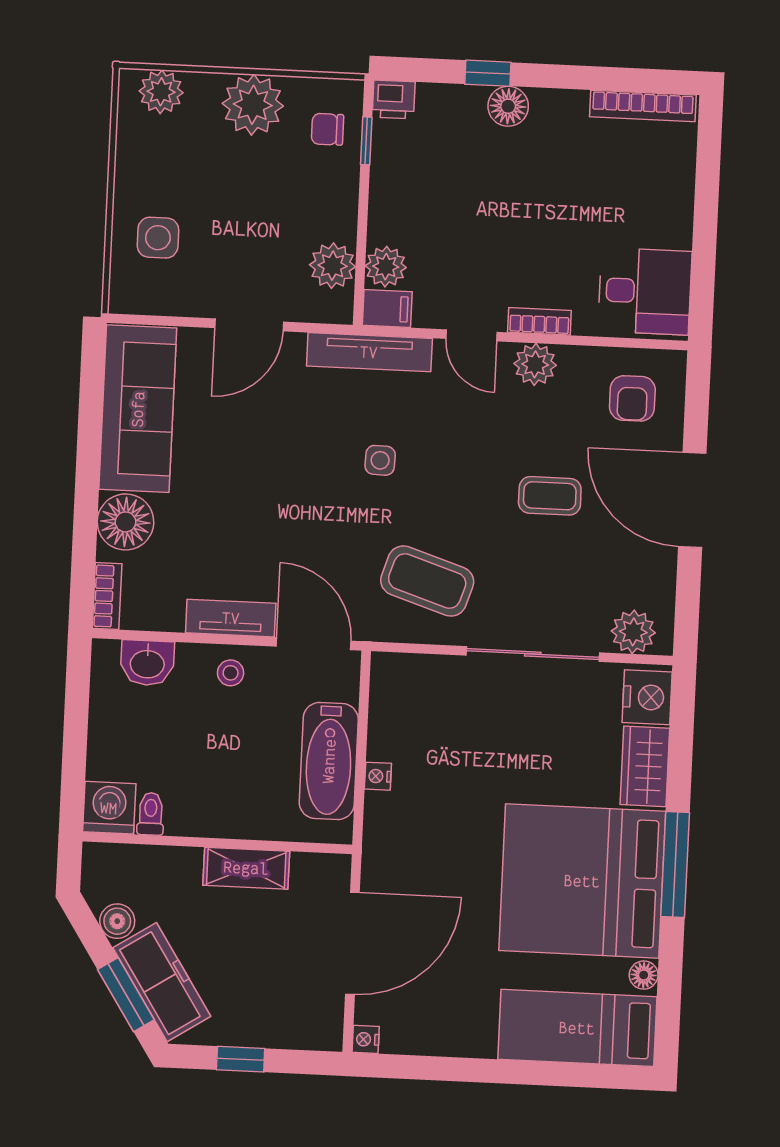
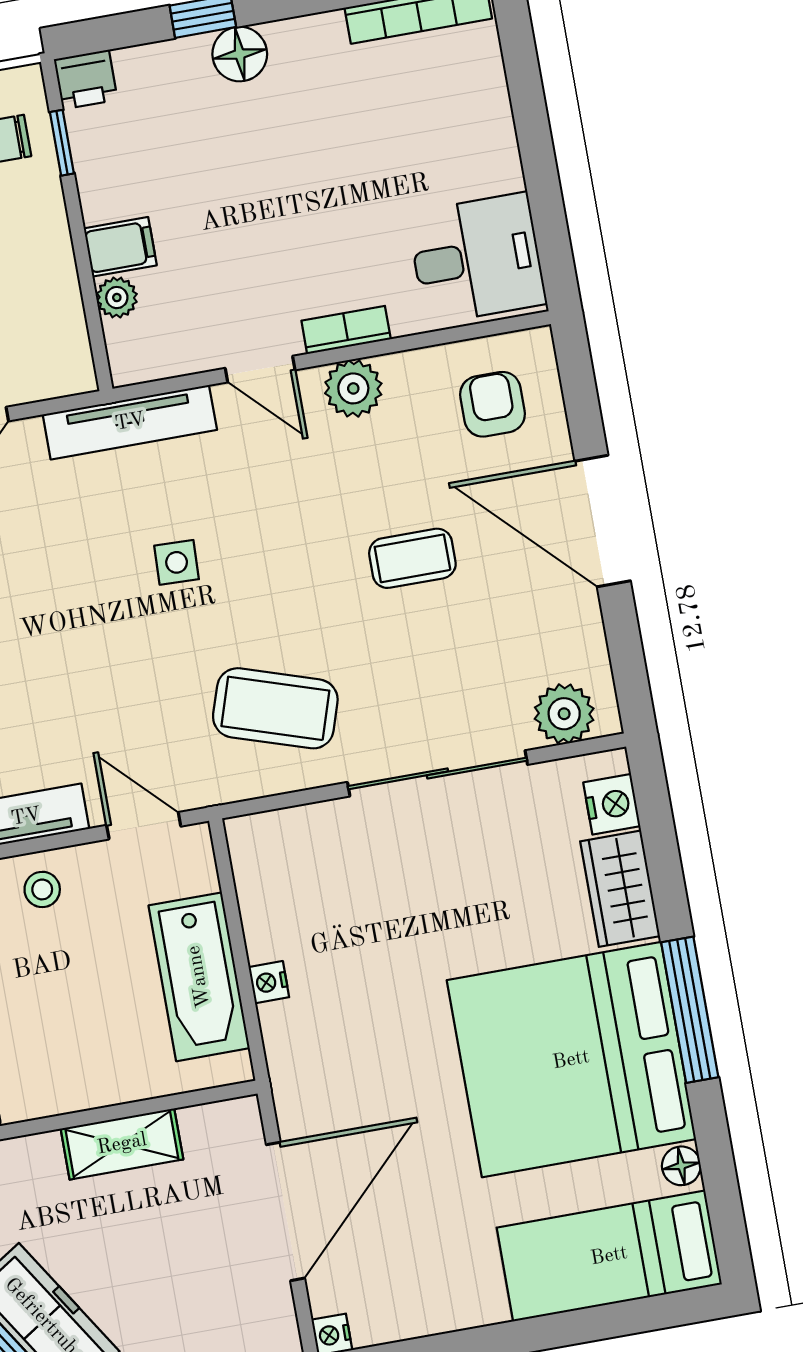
plant: (333, 266) -> (55, 319), removed
plant: (386, 267) -> (117, 298), width x0.73, depth x0.73
filing cabinet: (387, 309) -> (120, 247), moved
armchair: (632, 398) -> (493, 404), turned 180
door: (314, 644) -> (144, 826), width x0.73
nightstand: (647, 697) -> (612, 804), width x0.74, depth x0.75

